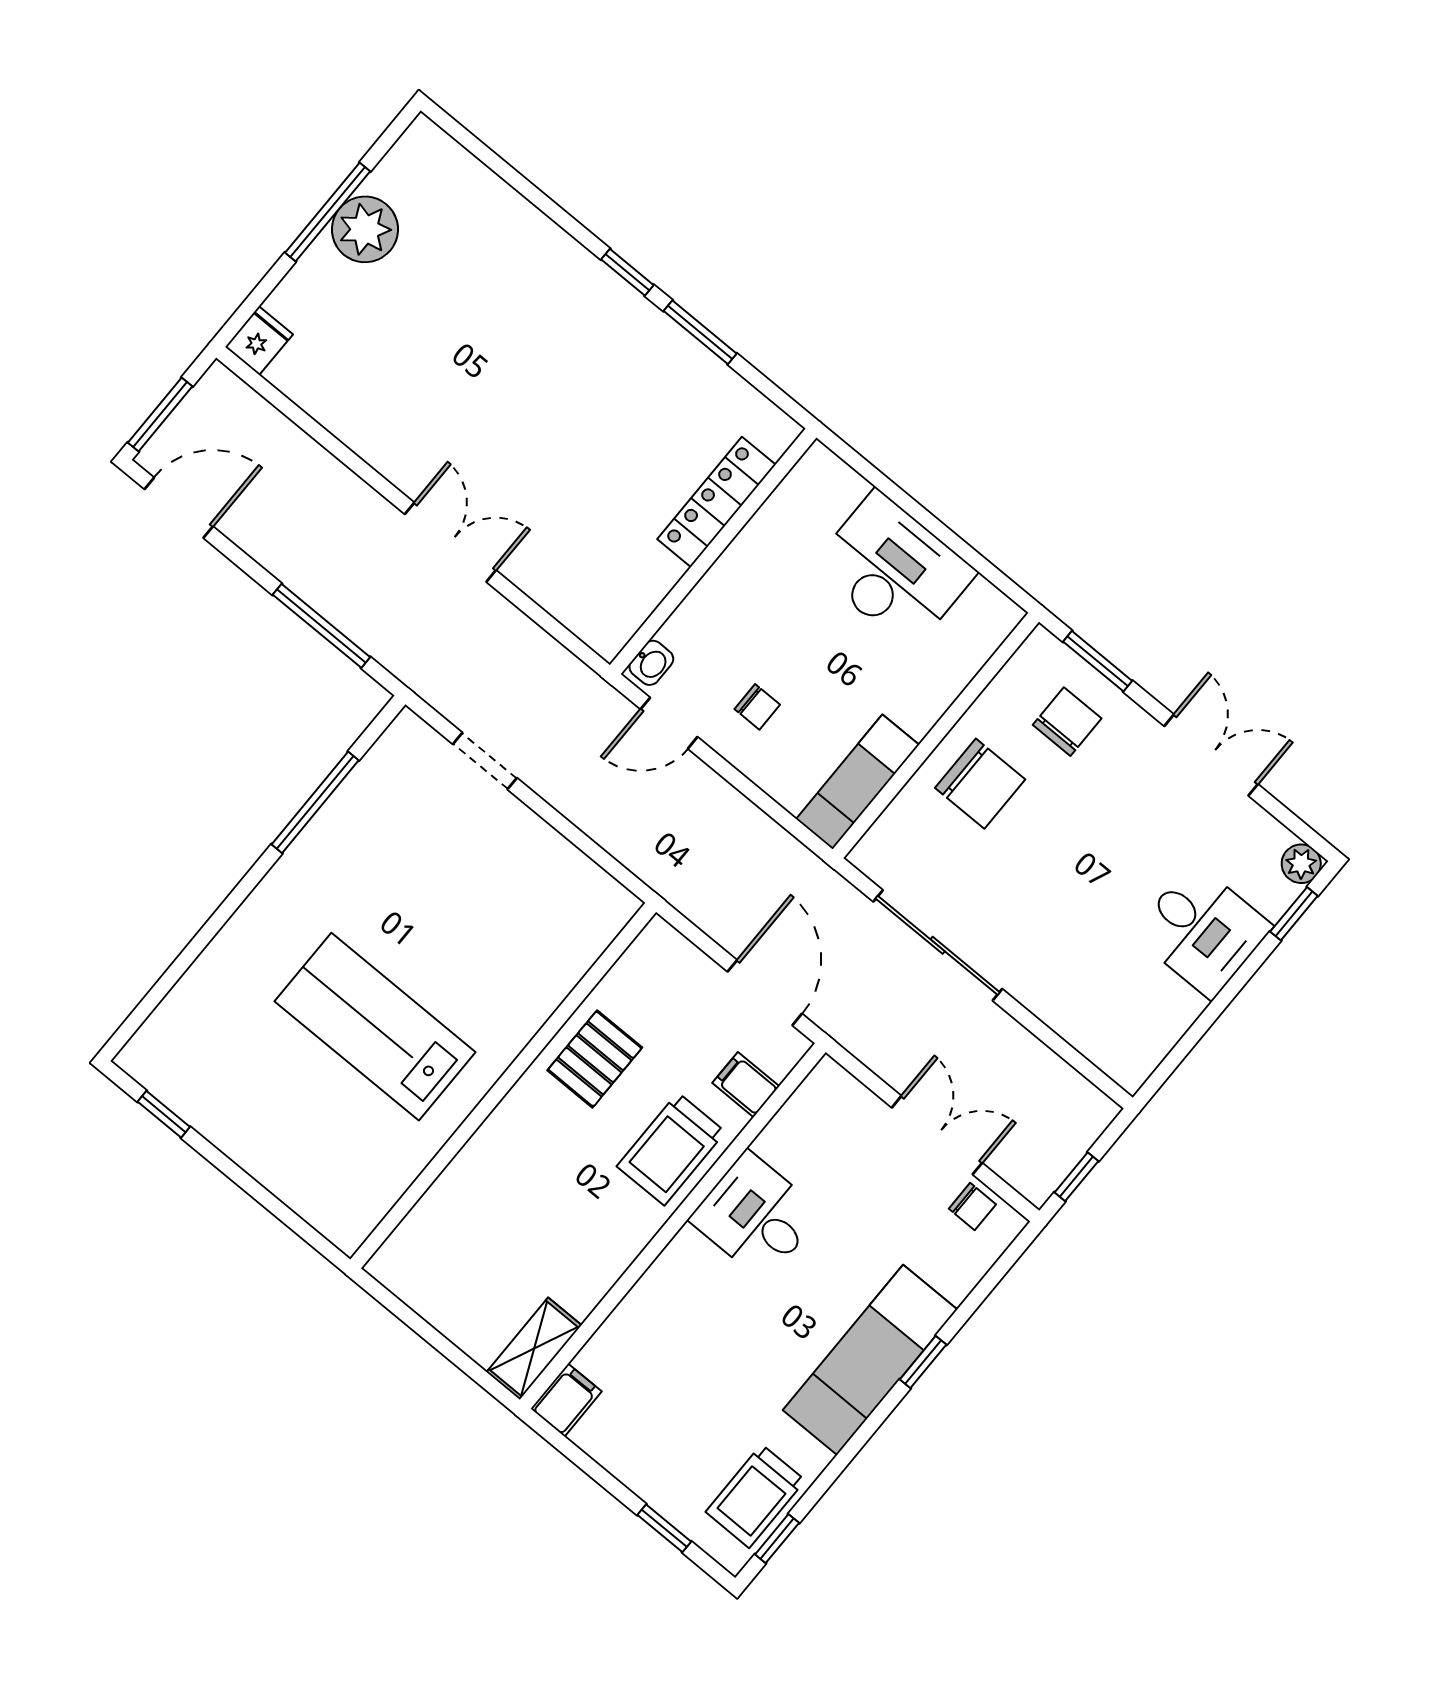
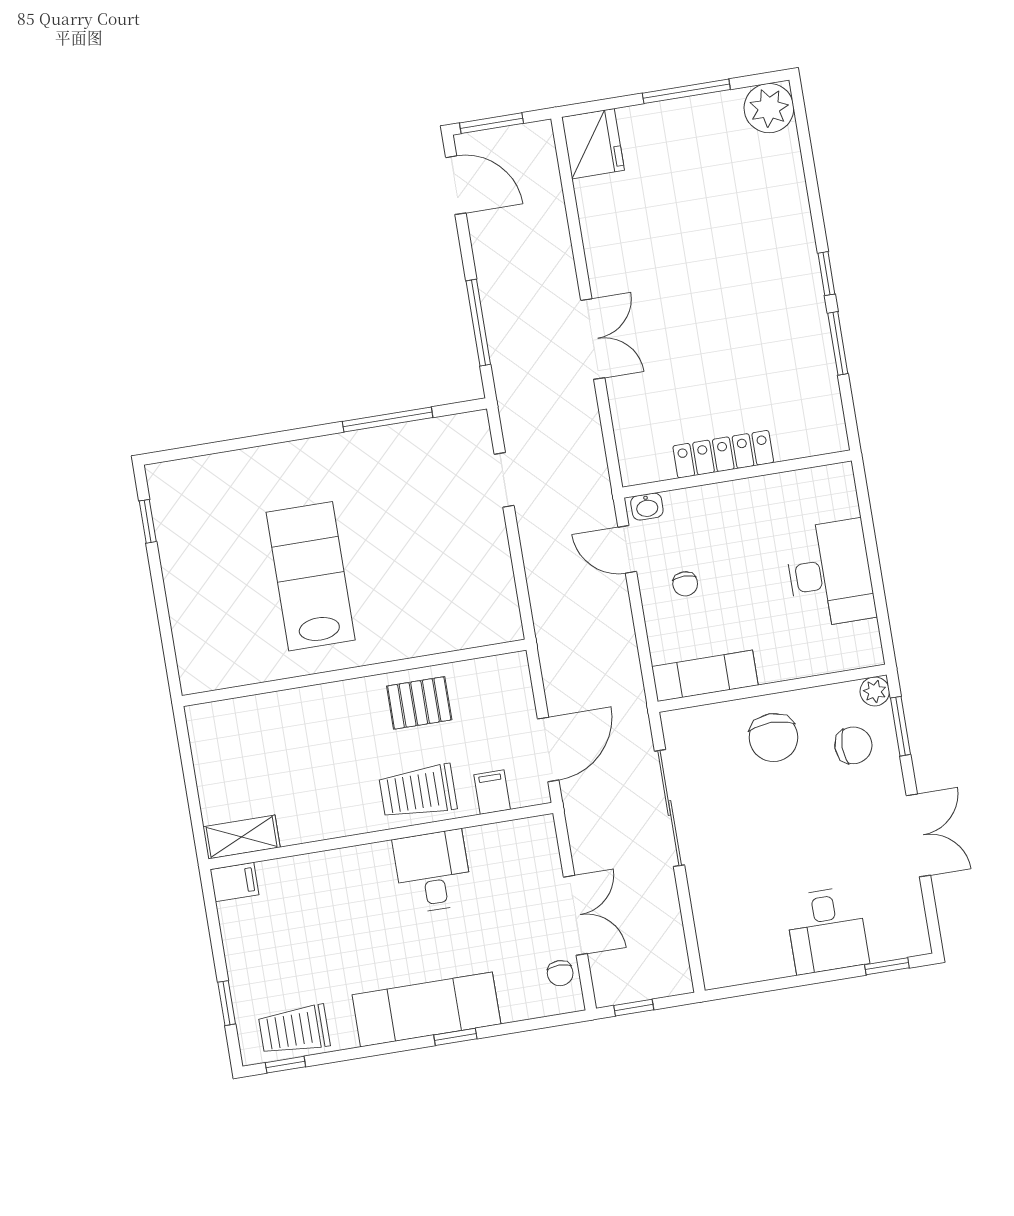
plant: (365, 229) -> (769, 108), moved
fridge: (259, 341) -> (593, 144), width x1.88, depth x1.34
locker: (717, 502) -> (723, 454), moved
plant: (1301, 864) -> (875, 691), moved

